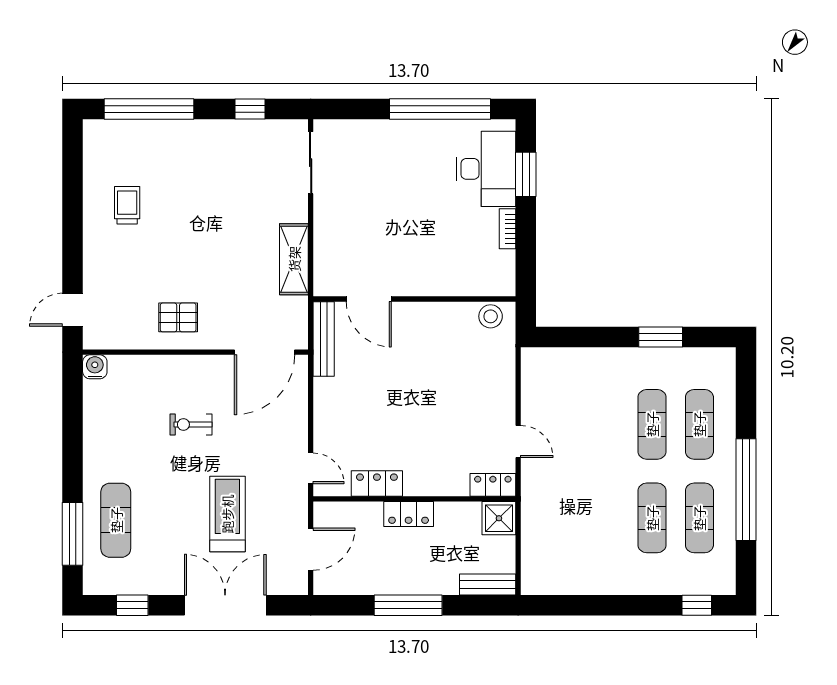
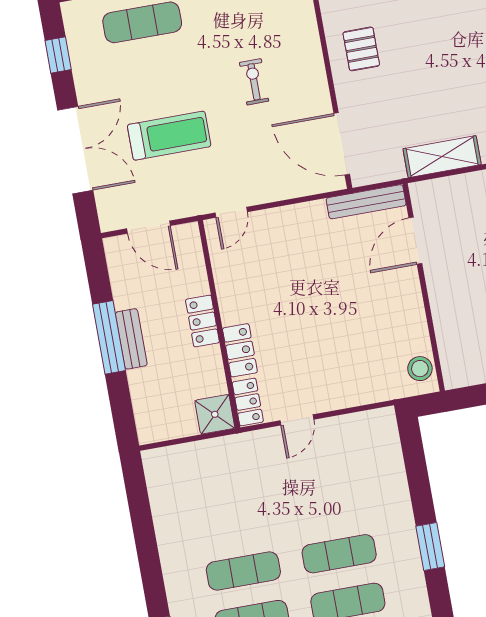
locker: (377, 484) -> (240, 350), moved
bench: (488, 584) -> (131, 339), moved

